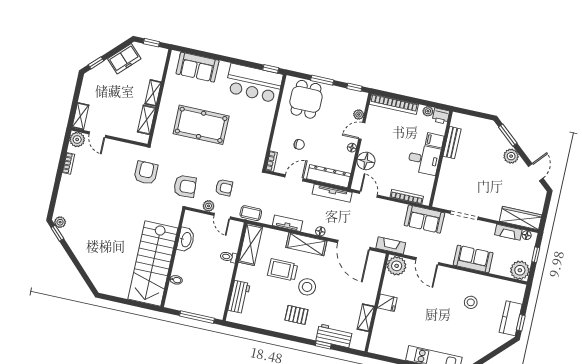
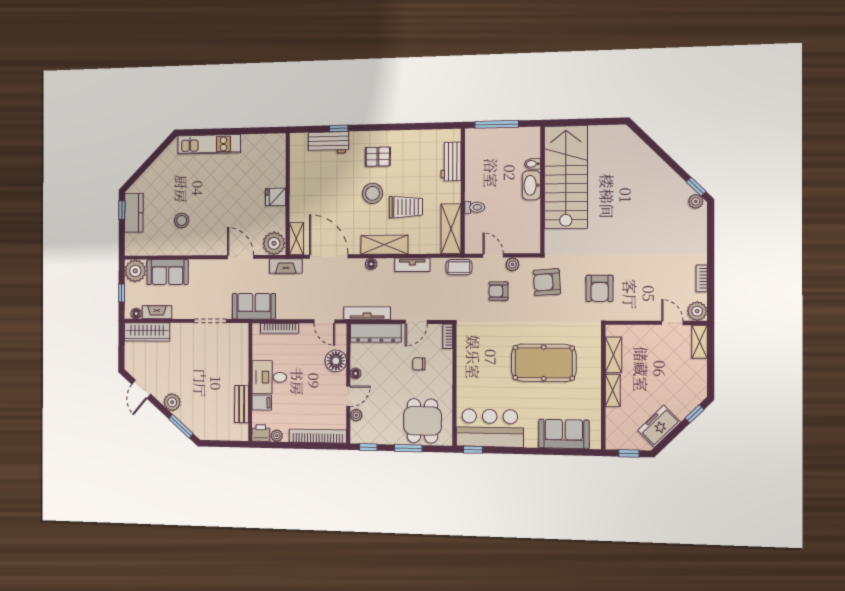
washbasin: (186, 240) -> (531, 185), moved
sofa: (473, 259) -> (168, 272), moved
shelving: (366, 318) -> (296, 239), moved

